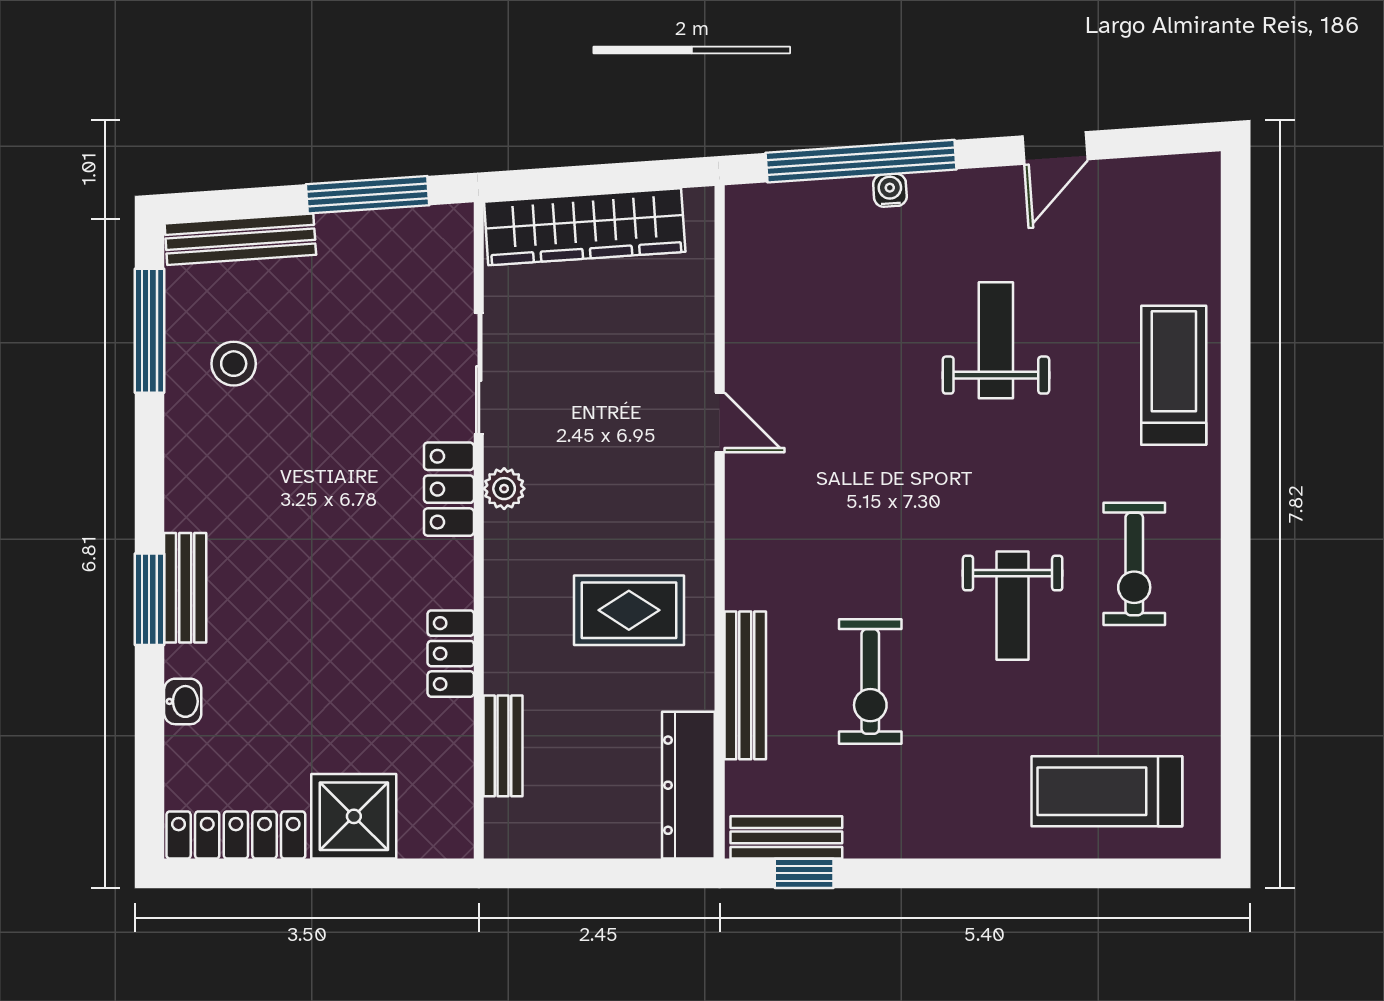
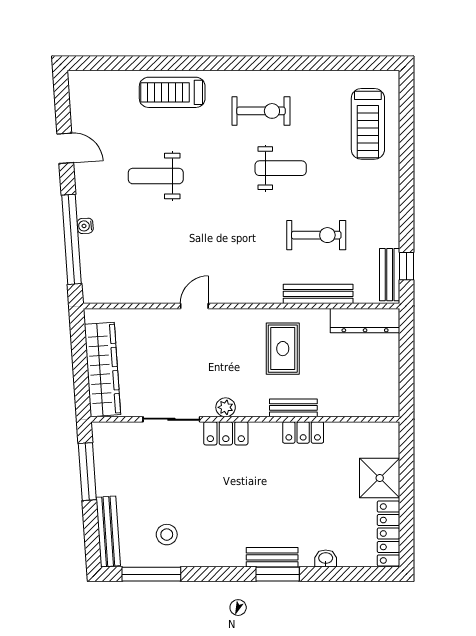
bench: (503, 746) -> (293, 408), moved

